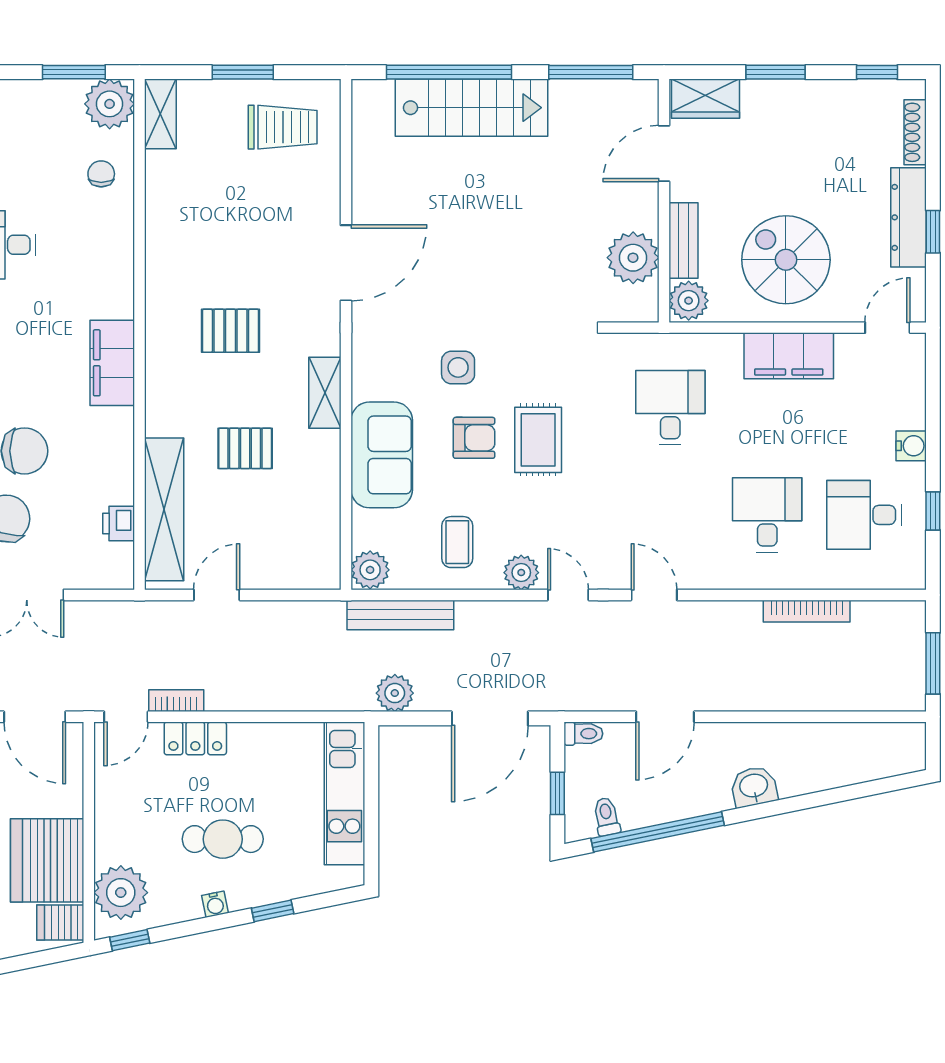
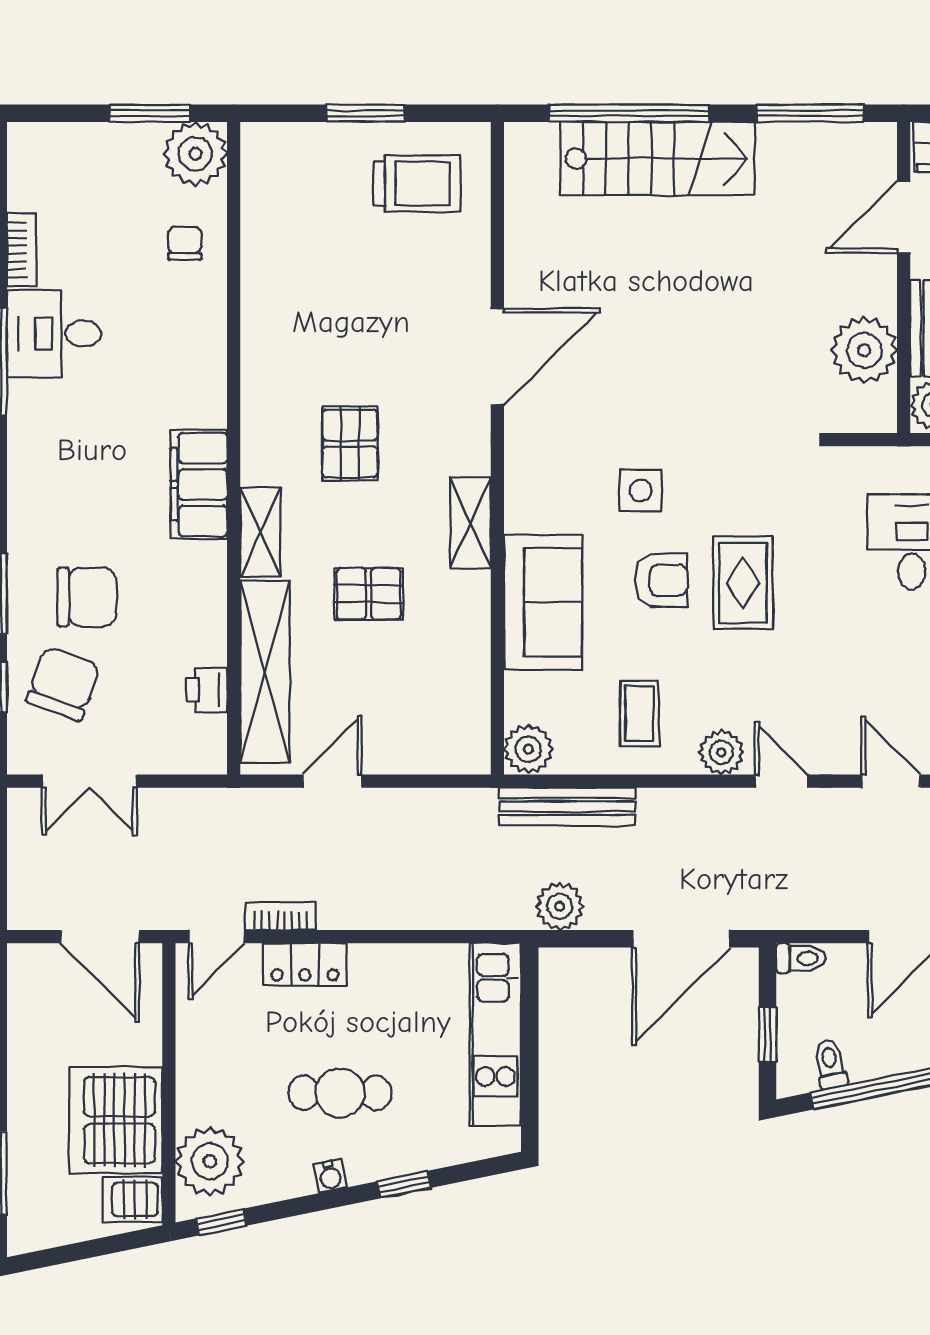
shelving: (160, 114) -> (260, 532), moved
pallet: (230, 331) -> (350, 444), turned 90

